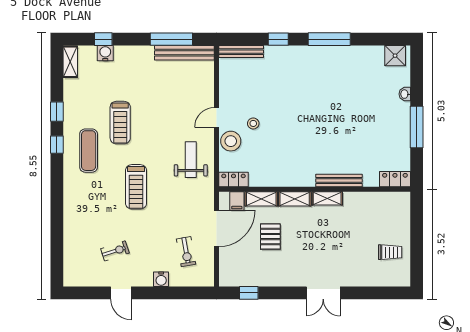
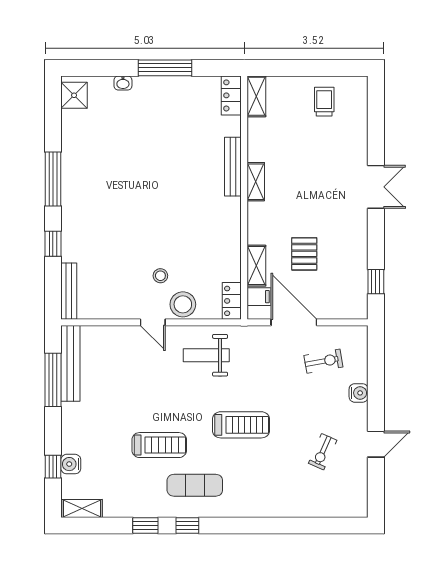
shelving: (295, 199) -> (256, 96), moved
pallet: (270, 237) -> (304, 254), turned 90
exercise bike: (115, 251) -> (323, 452), turned -138

